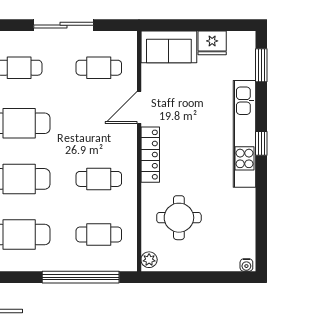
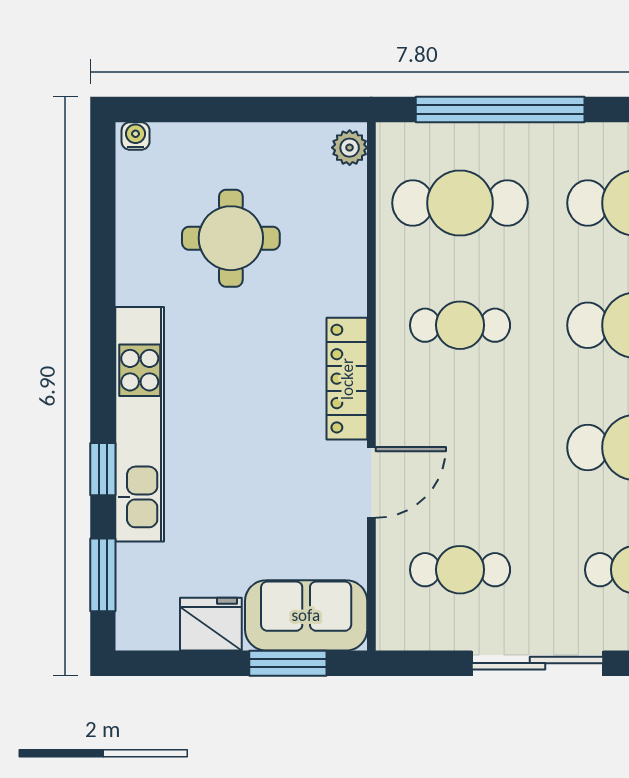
window: (177, 25) -> (288, 663), added
window: (261, 143) -> (103, 469), moved
round table: (179, 218) -> (231, 238), moved
cafe table: (99, 235) -> (460, 203), width x1.37, depth x1.35

